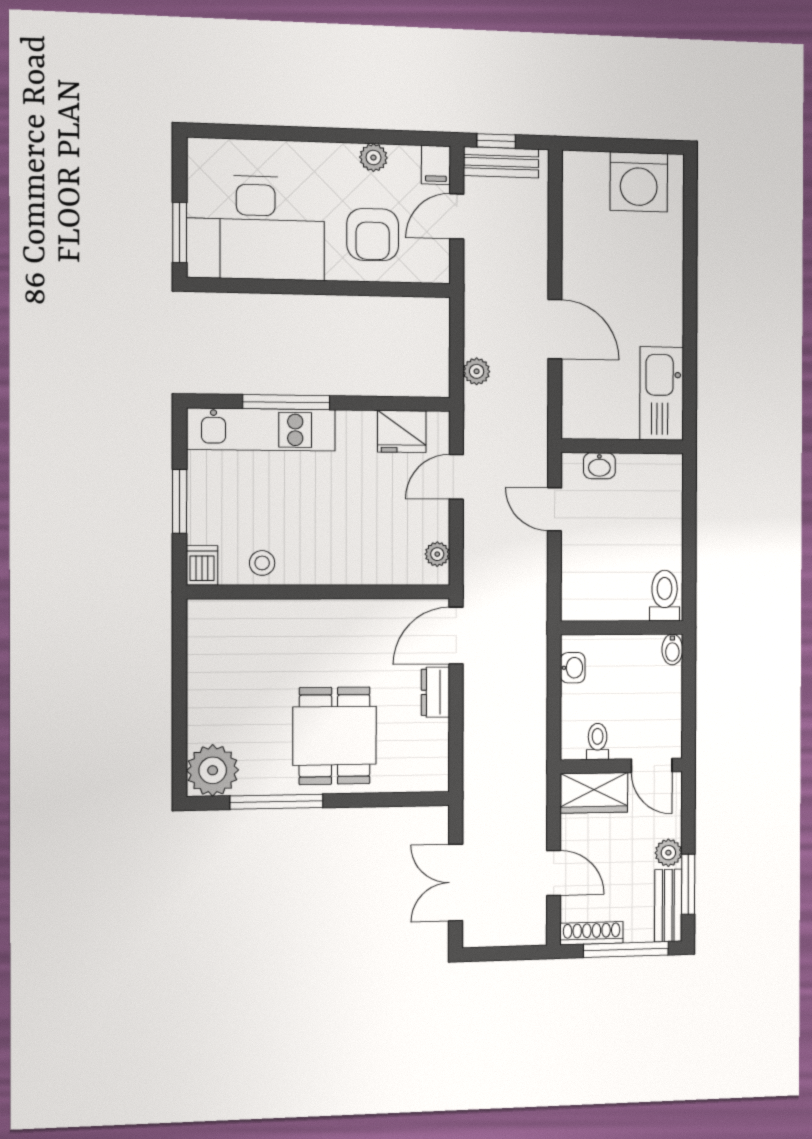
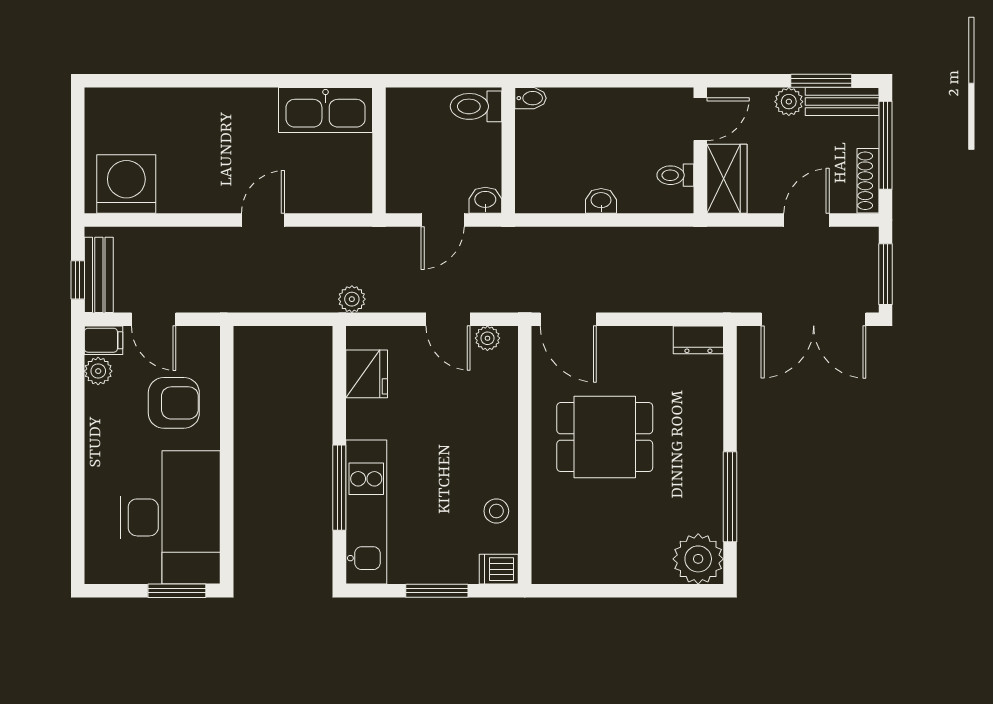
plant: (373, 158) -> (98, 371), moved
washing machine: (639, 182) -> (126, 184), moved, turned -90
door: (555, 329) -> (263, 220), width x0.73
plant: (477, 371) -> (352, 299), moved
washbasin: (599, 466) -> (485, 200), moved, turned -90
door: (456, 477) -> (448, 319), moved
toilet: (665, 596) -> (476, 106), moved
wall: (622, 628) -> (508, 150), moved
bidet: (672, 649) -> (530, 98), moved
dresser: (435, 692) -> (698, 340), moved
dining table: (335, 736) -> (605, 437), moved
double door: (456, 883) -> (814, 319), width x1.37
window: (500, 954) -> (886, 274), added

